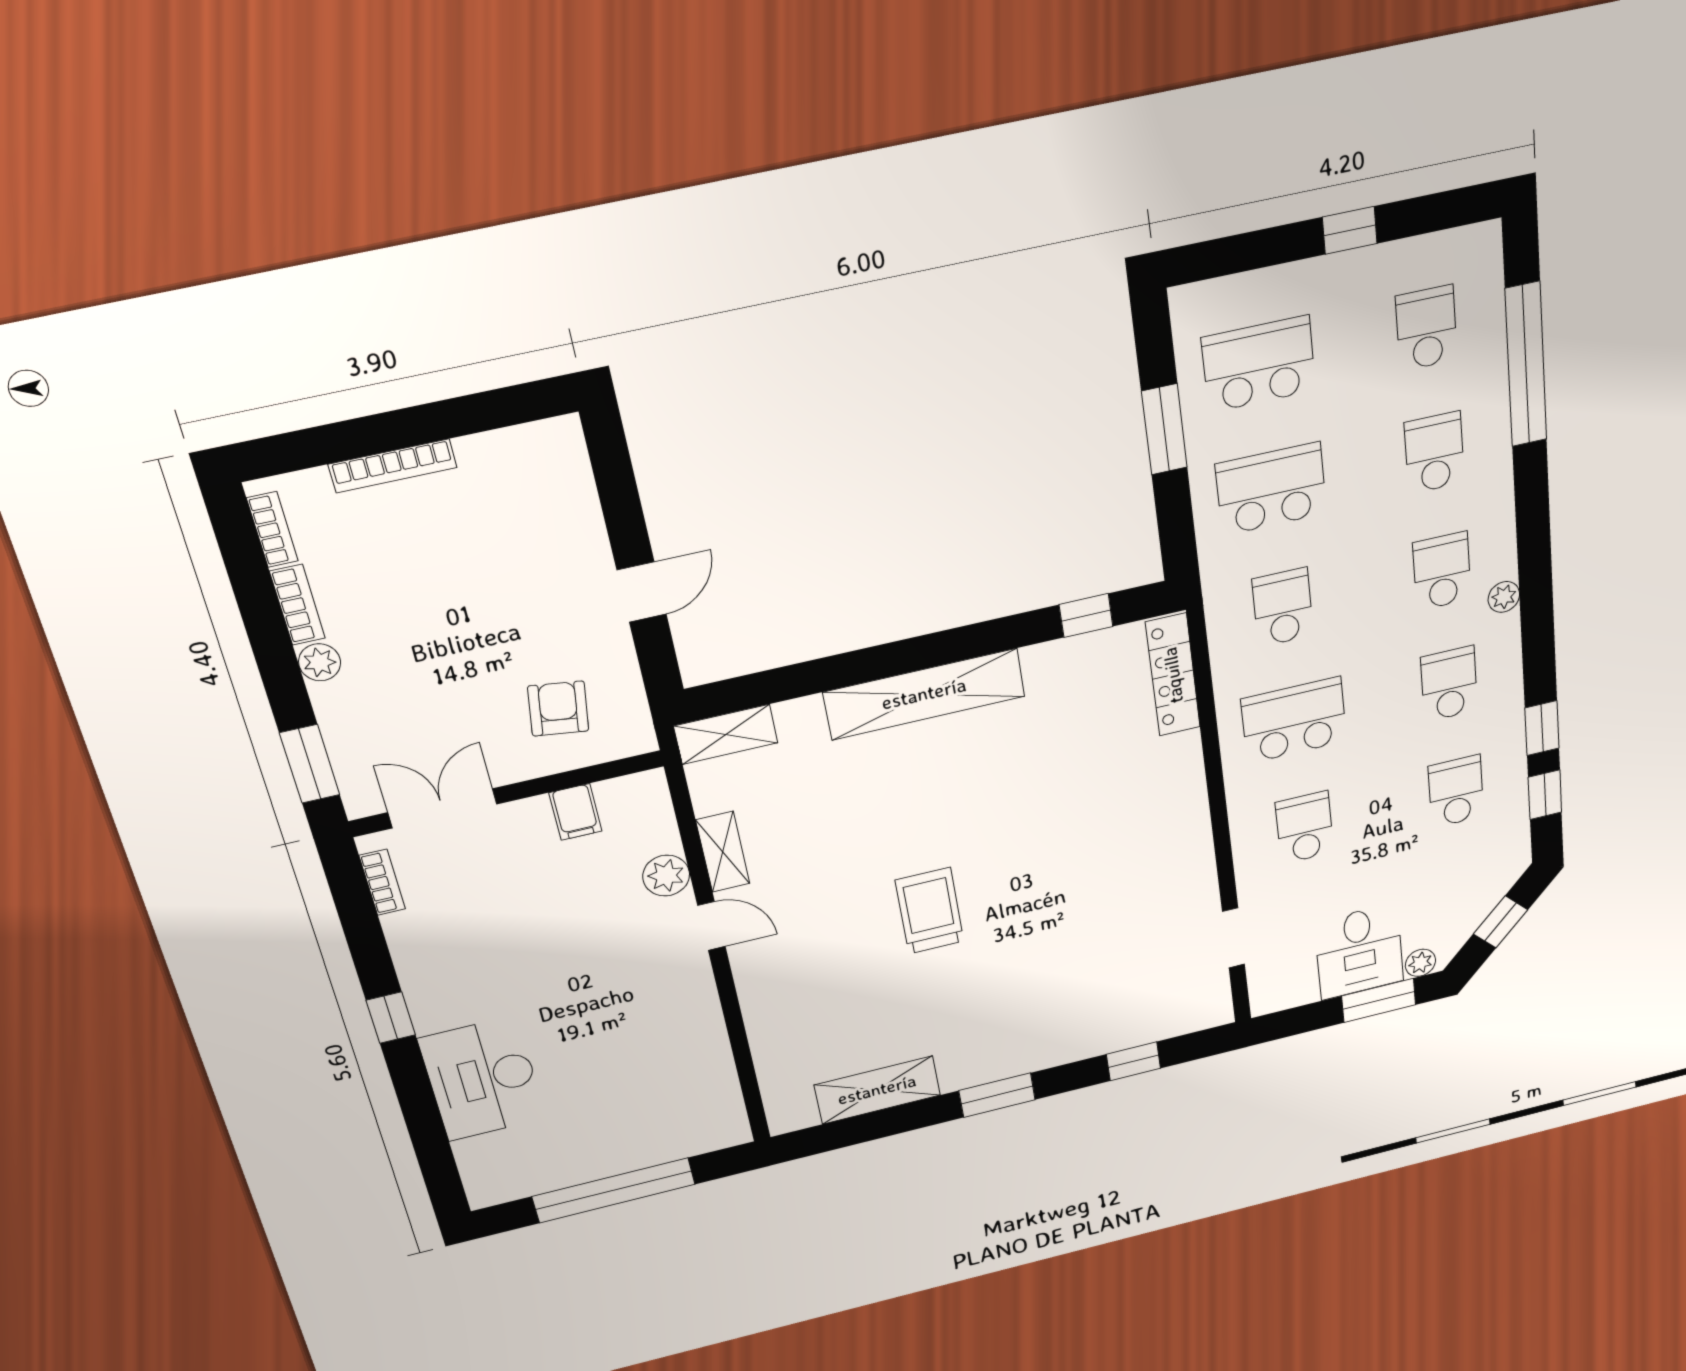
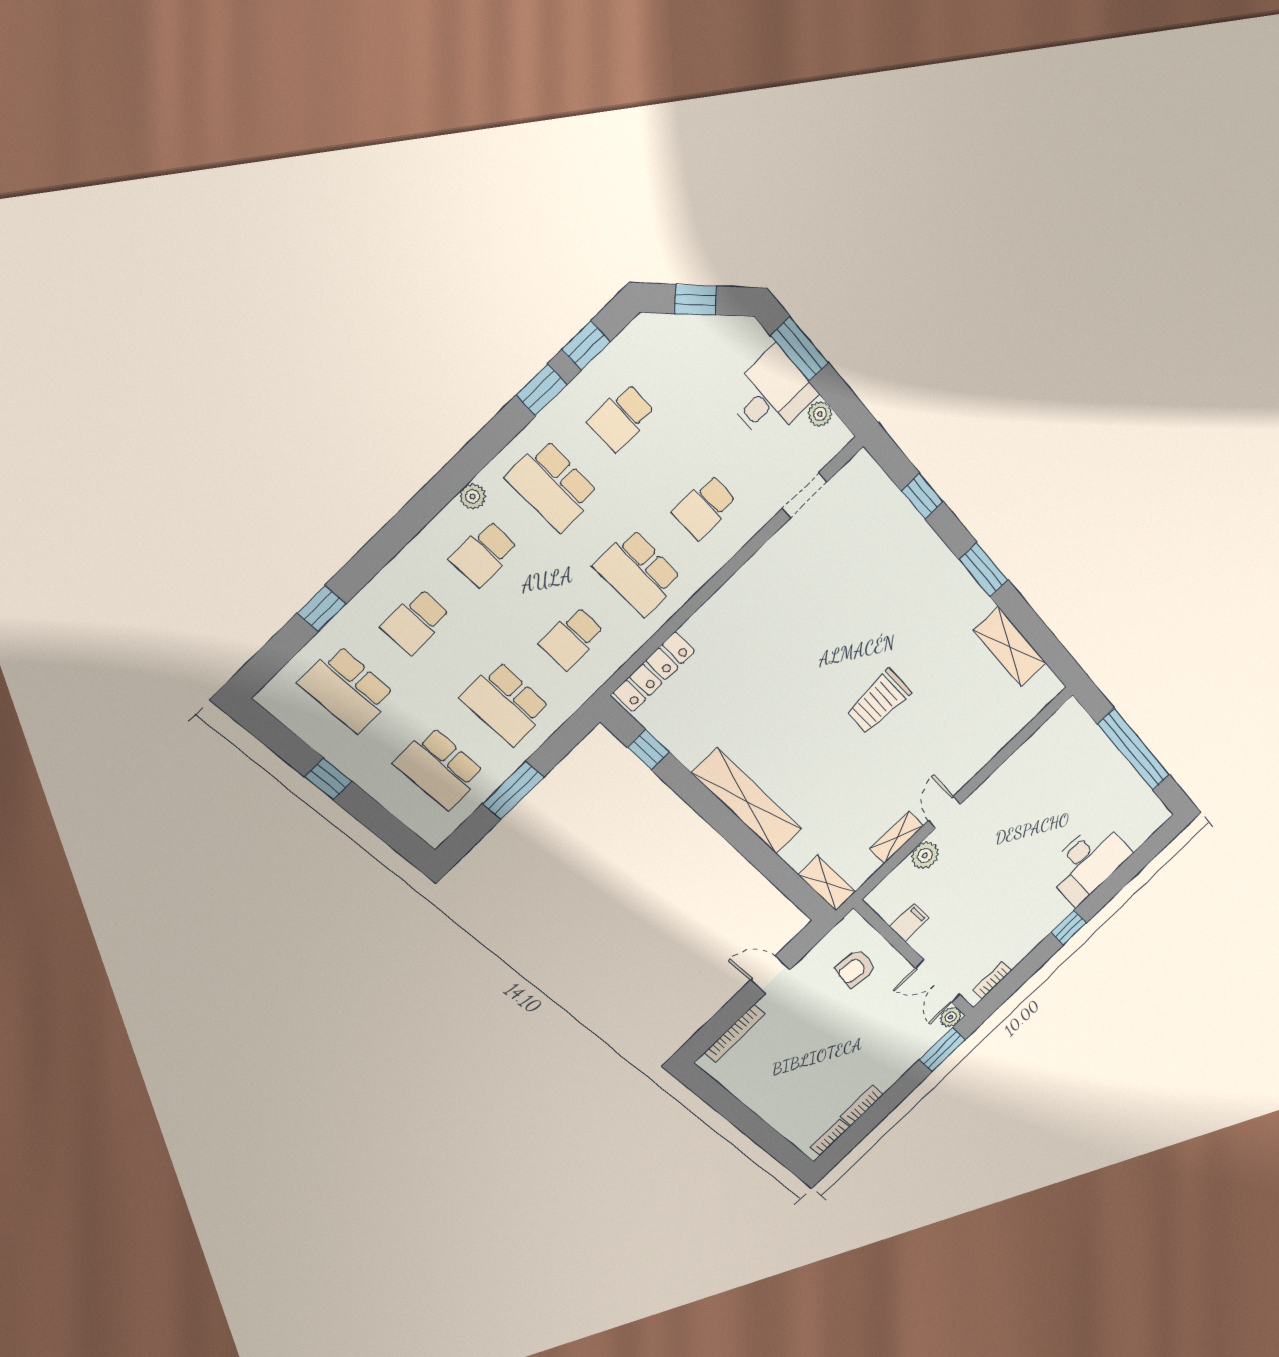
school desk: (1426, 328) -> (347, 689), width x1.85
window: (1526, 365) -> (322, 608), width x0.32
bookcase: (393, 466) -> (735, 1033), moved, turned 90
plant: (320, 662) -> (951, 1017), moved
school desk: (1449, 684) -> (553, 486), width x1.85
plant: (1420, 963) -> (820, 414), moved

